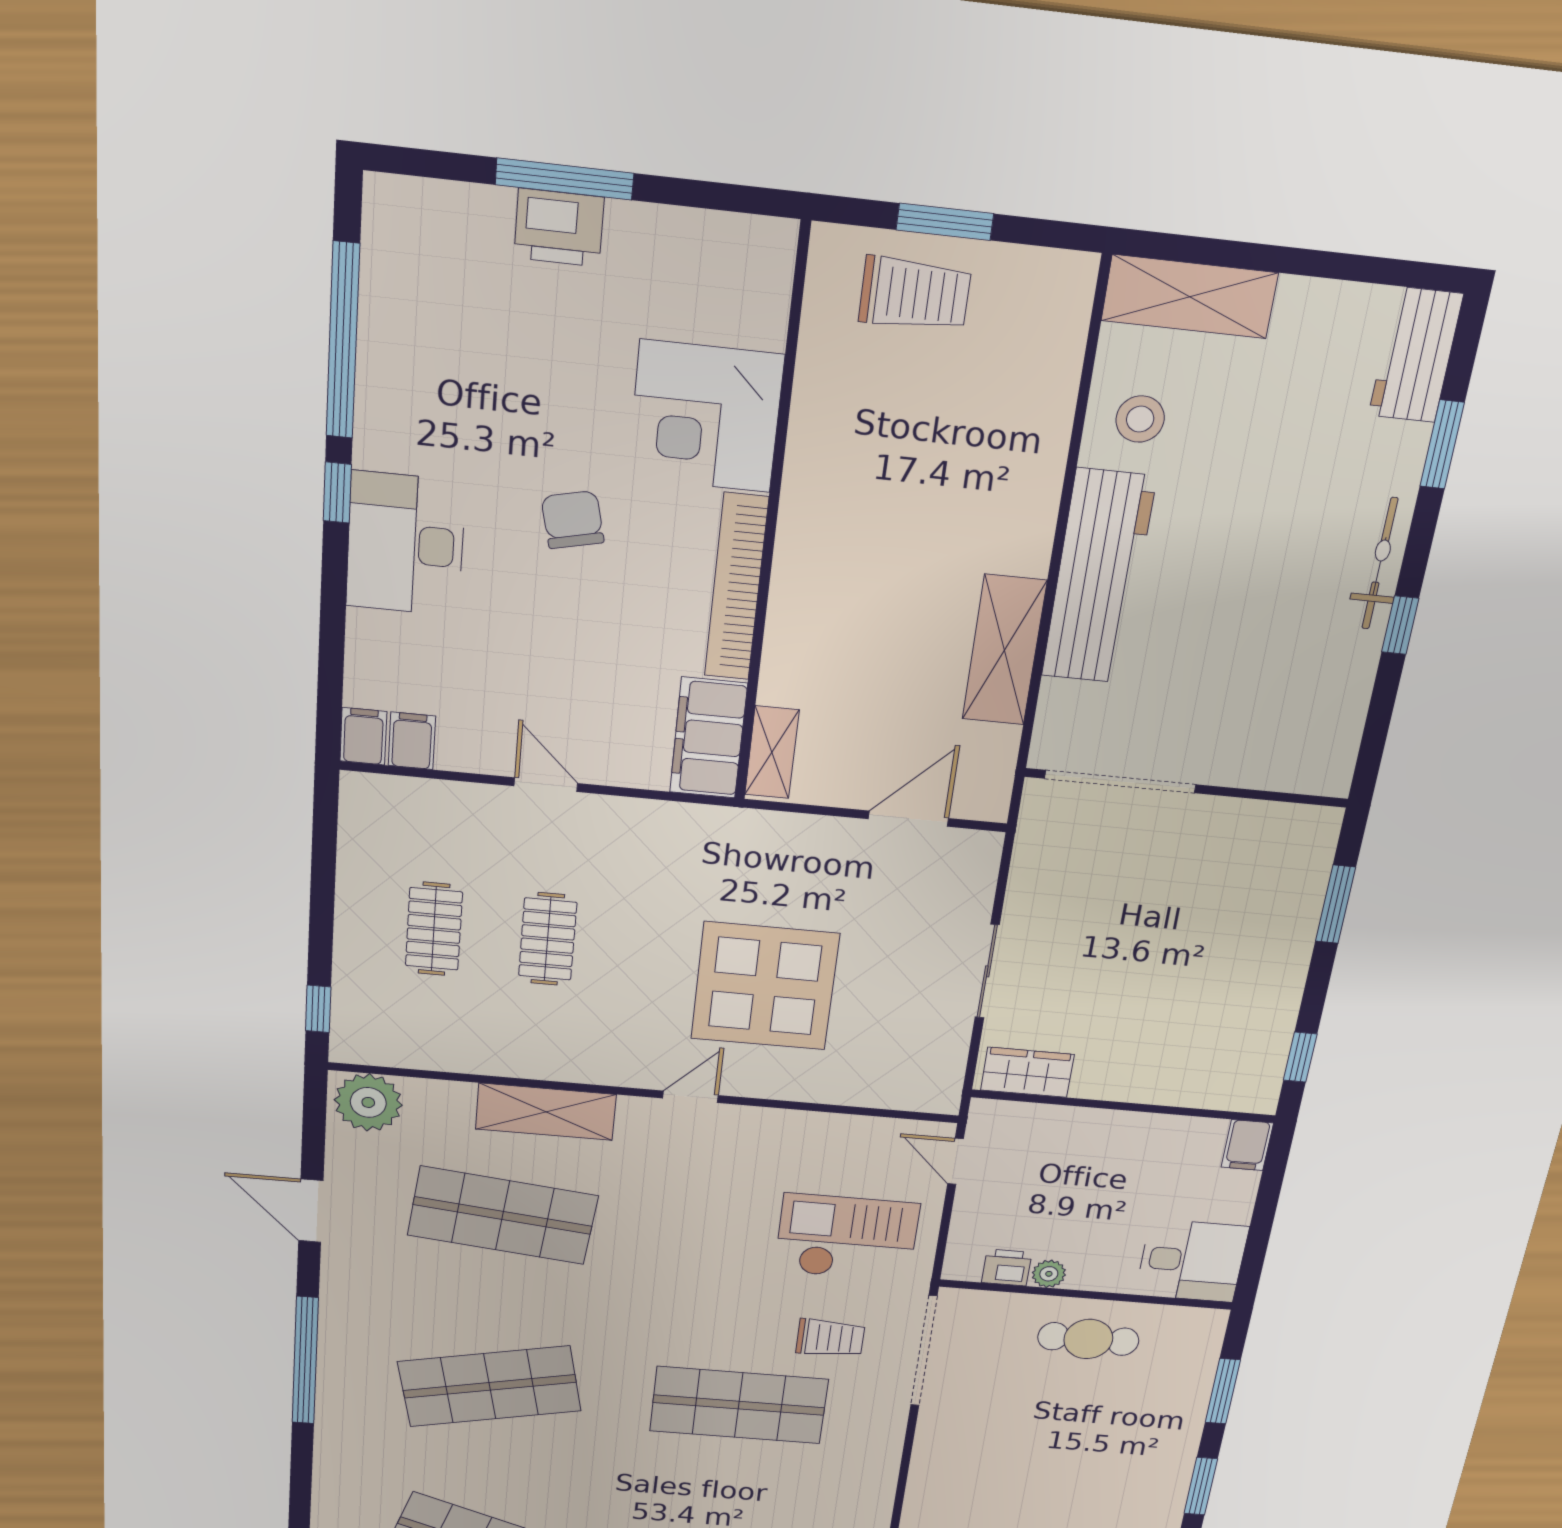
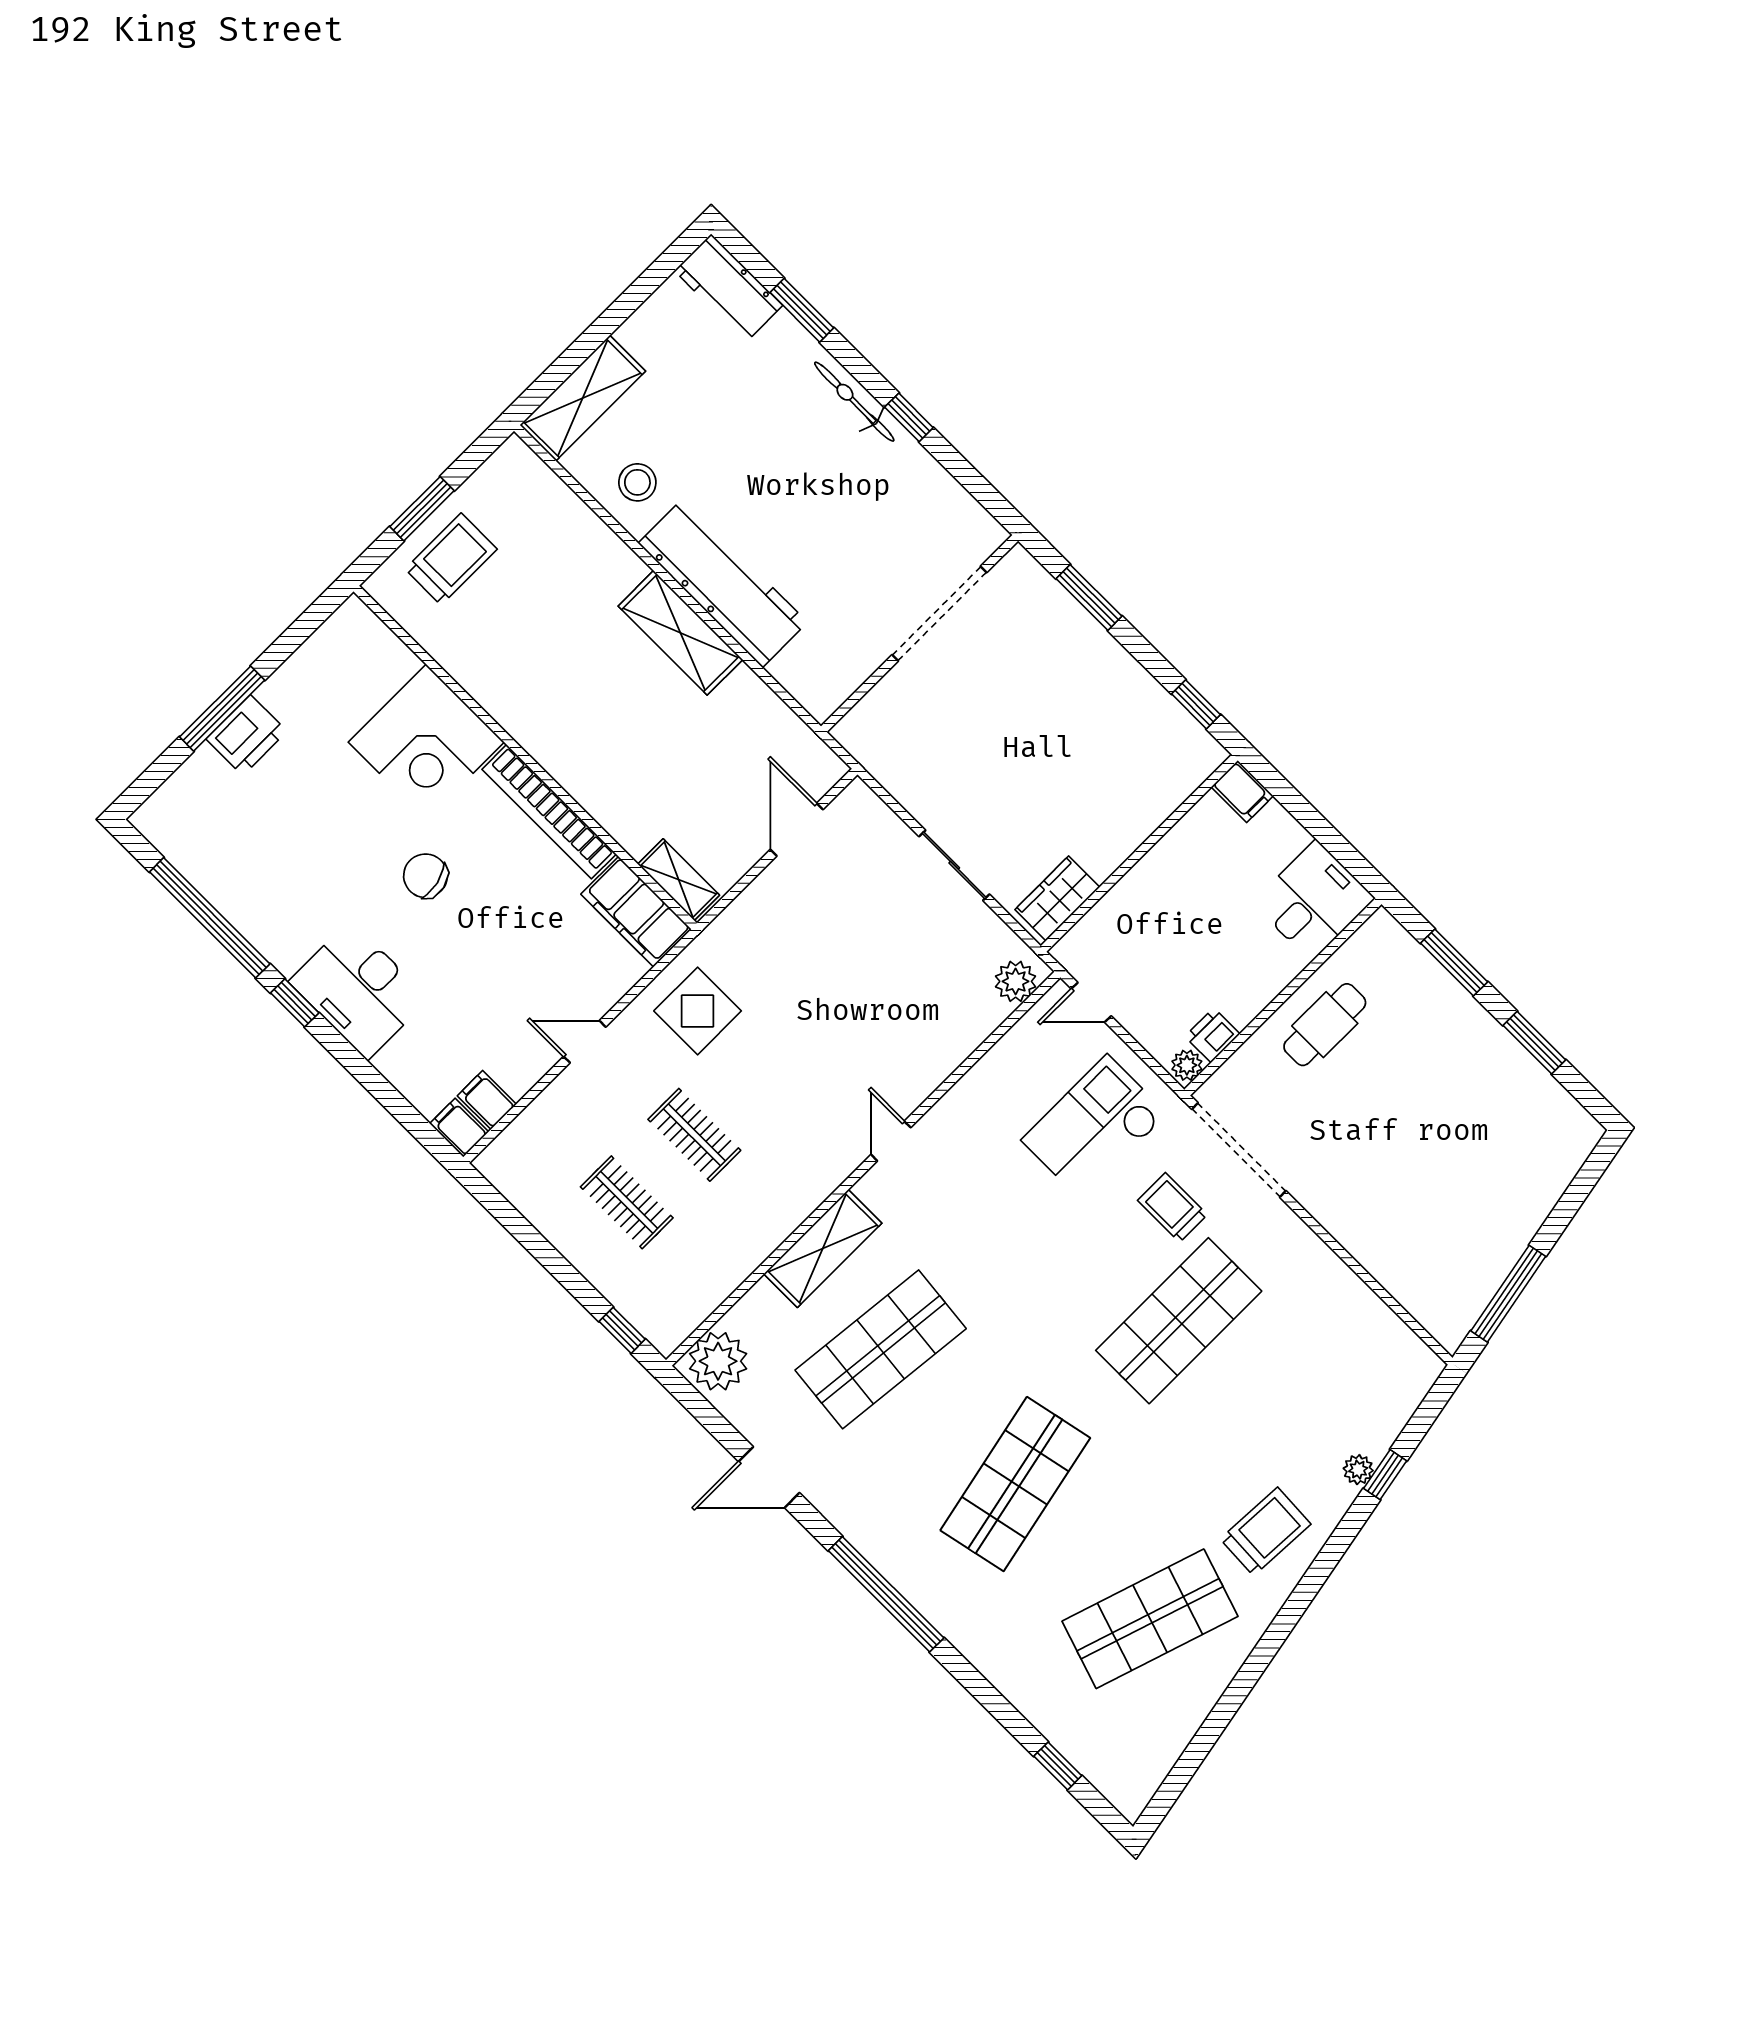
shelving: (1004, 650) -> (680, 633), moved
doorway: (1120, 782) -> (939, 614), moved
display table: (765, 986) -> (698, 1011), moved, width x0.54, depth x0.54
plant: (923, 1092) -> (1016, 981), added
plant: (1049, 1274) -> (1187, 1065), moved
trolley: (830, 1338) -> (1172, 1207), turned -90

